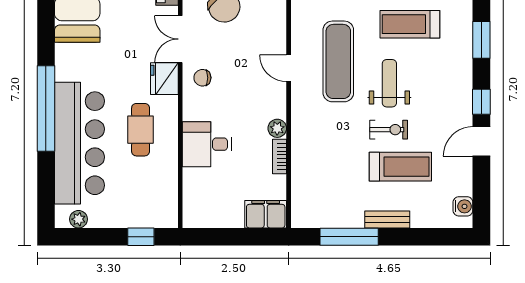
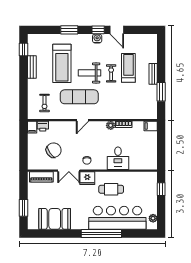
treadmill: (410, 24) -> (62, 63), width x1.37, depth x1.38
water cooler: (463, 206) -> (97, 39), moved
filing cabinet: (266, 214) -> (151, 126), width x0.50
window: (349, 237) -> (161, 92), width x0.69

